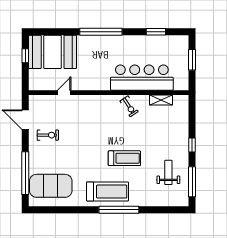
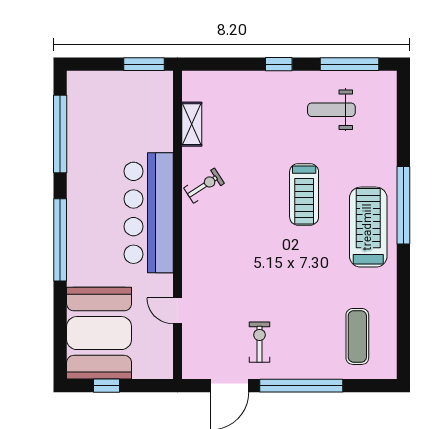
window: (156, 32) -> (60, 134), width x2.11
window: (192, 60) -> (144, 64), moved
bar counter: (142, 78) -> (149, 213), moved
treadmill: (124, 158) -> (304, 194), turned 180
window: (25, 173) -> (301, 386), moved
exercise mat: (51, 186) -> (357, 336), width x0.50, depth x0.69

